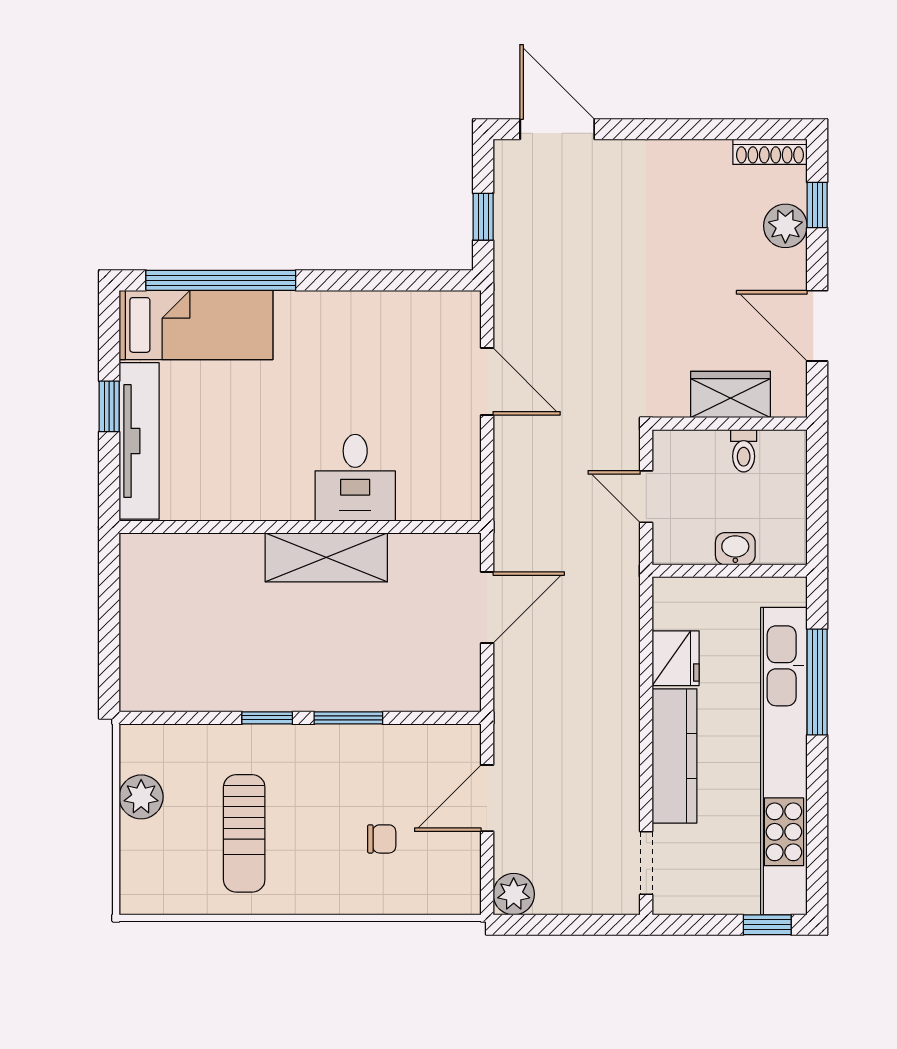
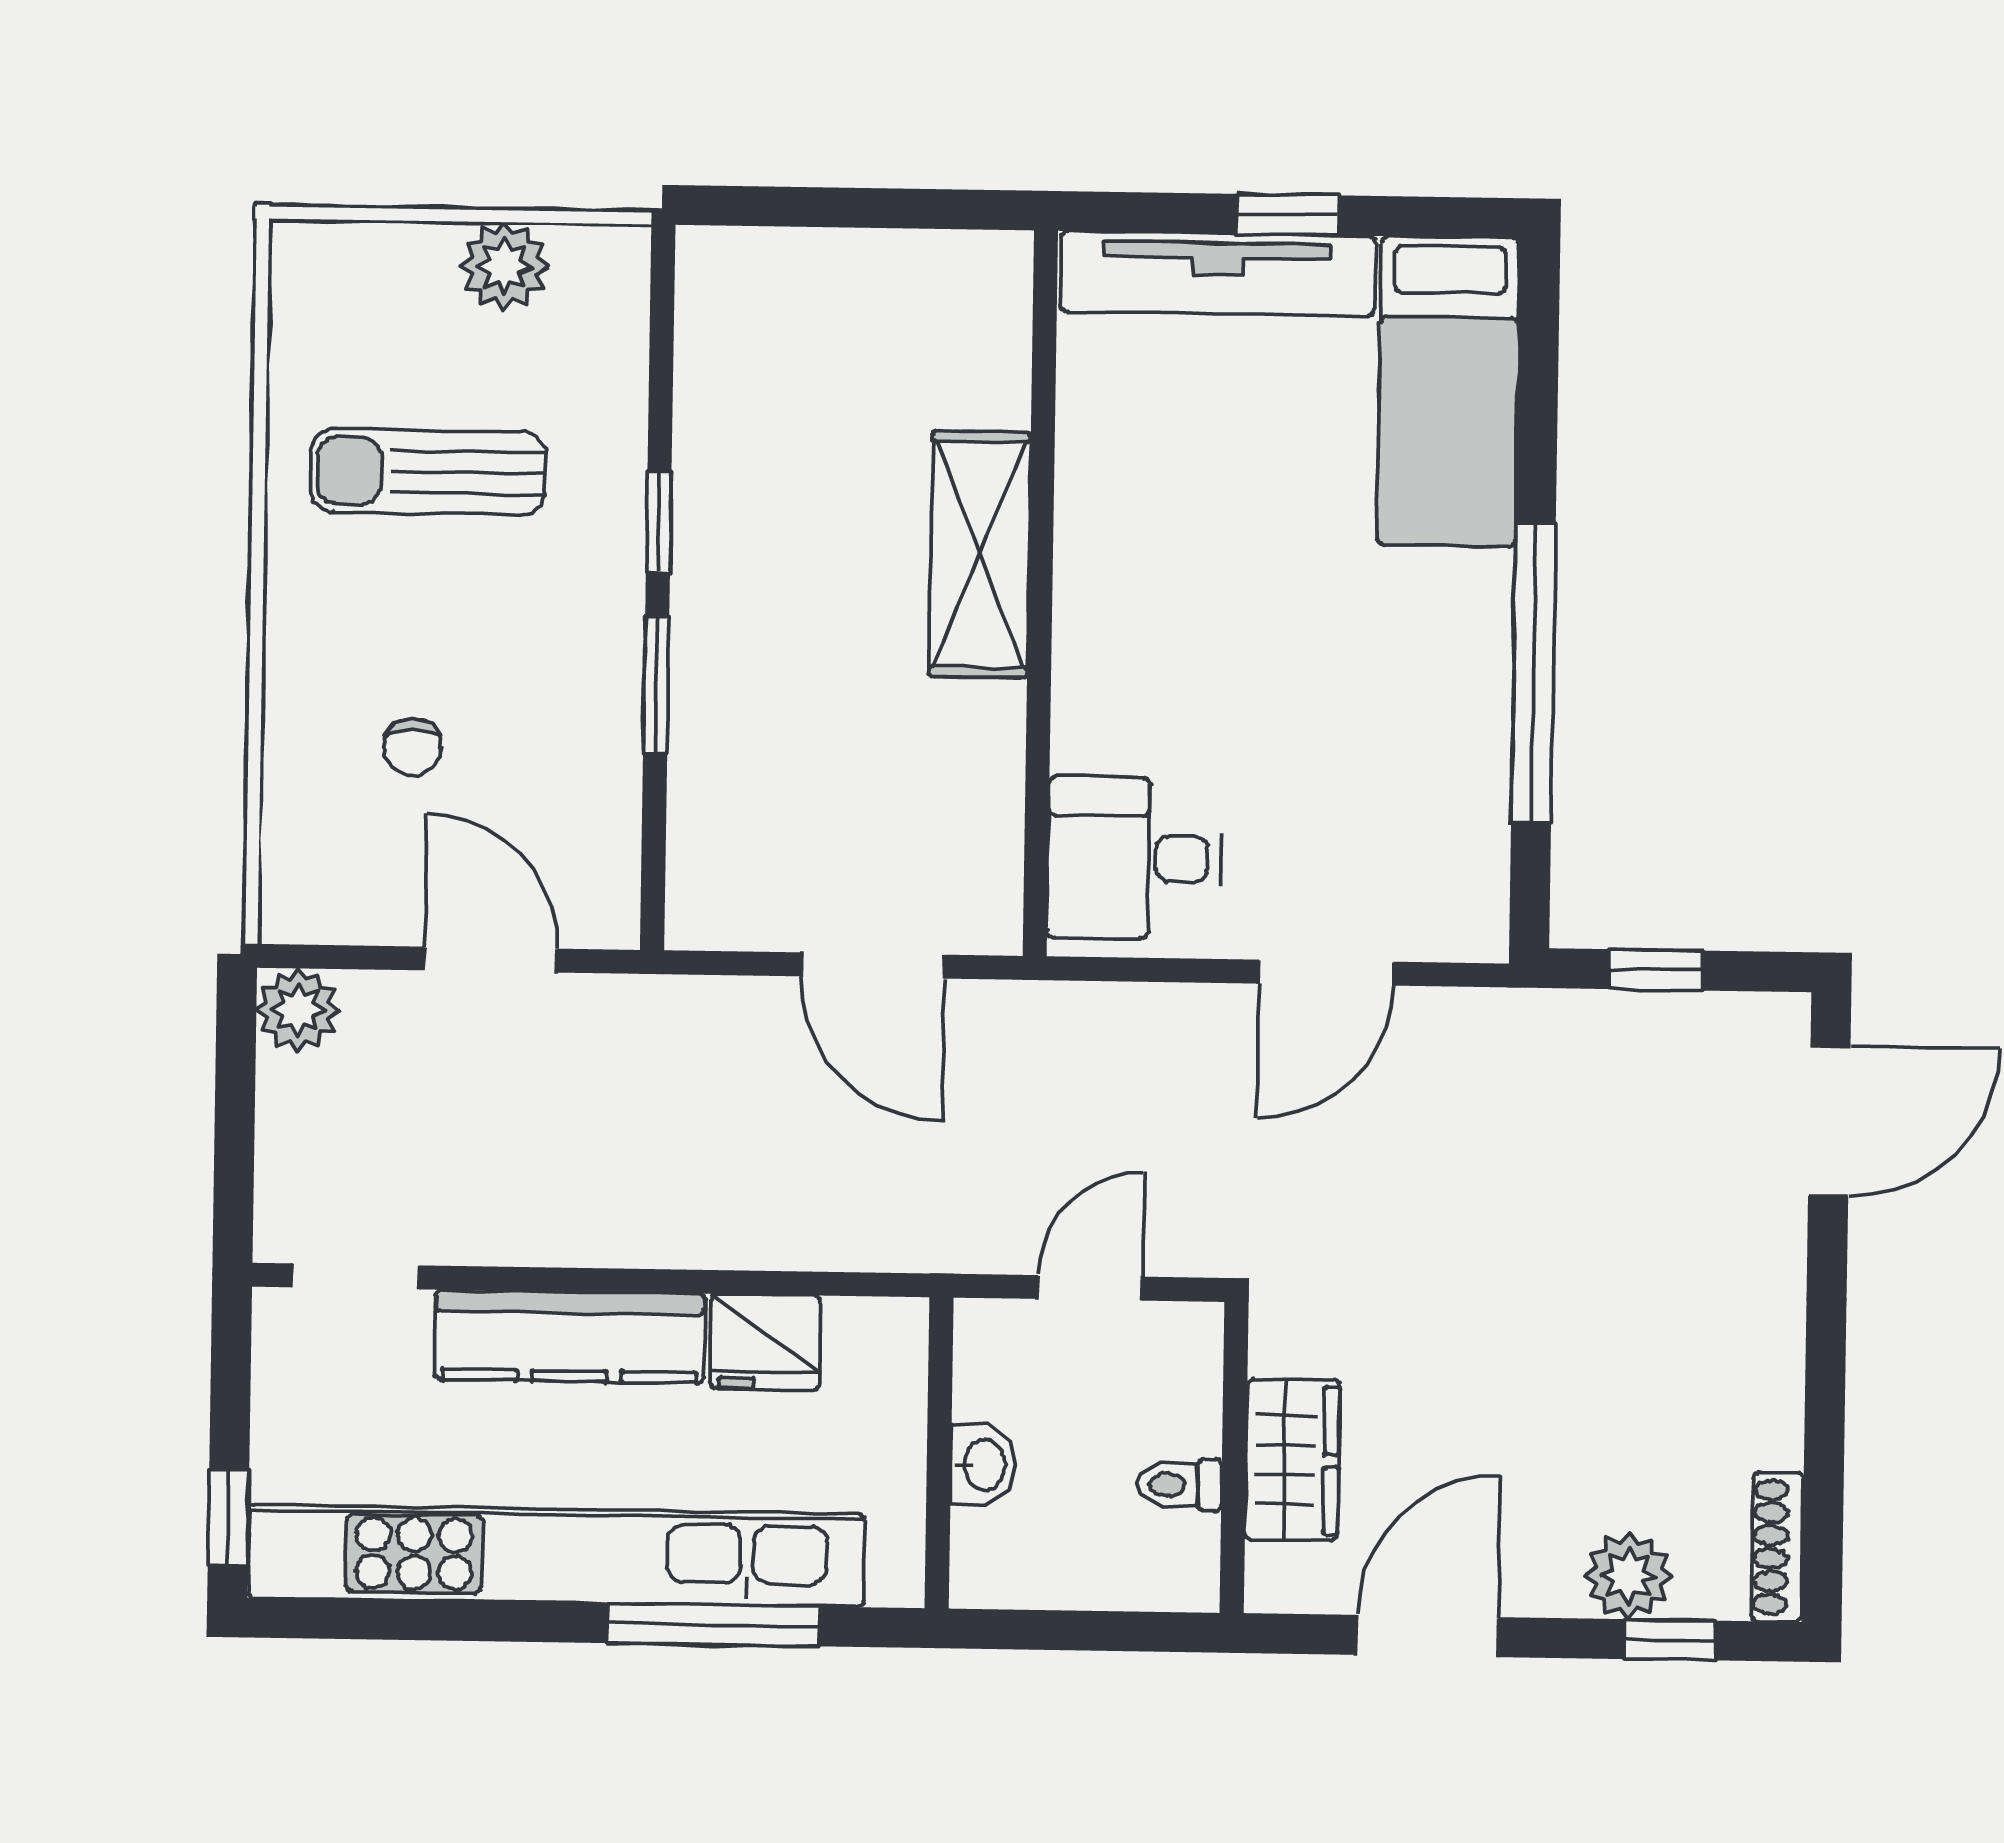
window: (221, 280) -> (1533, 674), moved
desk: (355, 478) -> (1135, 858), moved
shelving: (326, 557) -> (980, 554), moved

